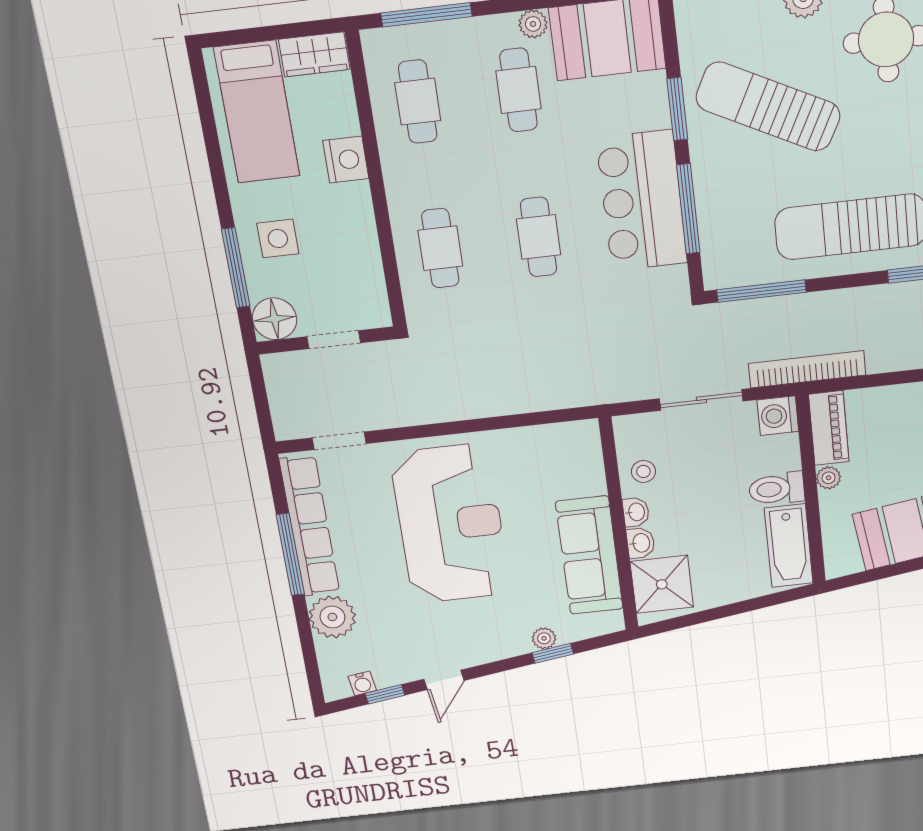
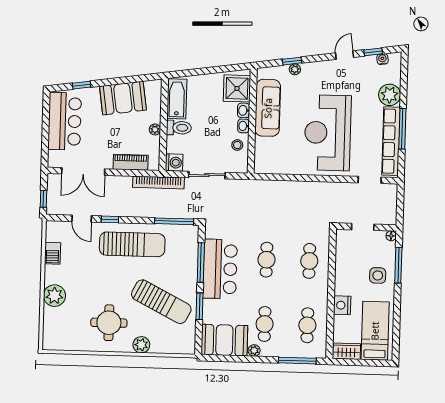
floor lamp: (274, 319) -> (391, 236), width x0.53, depth x0.53
piano: (829, 428) -> (131, 162), moved, turned 90

